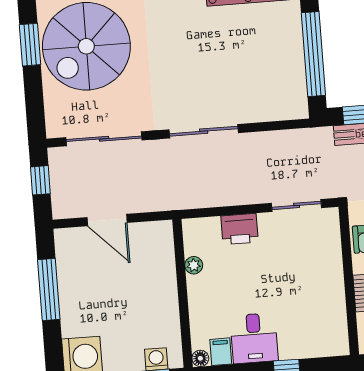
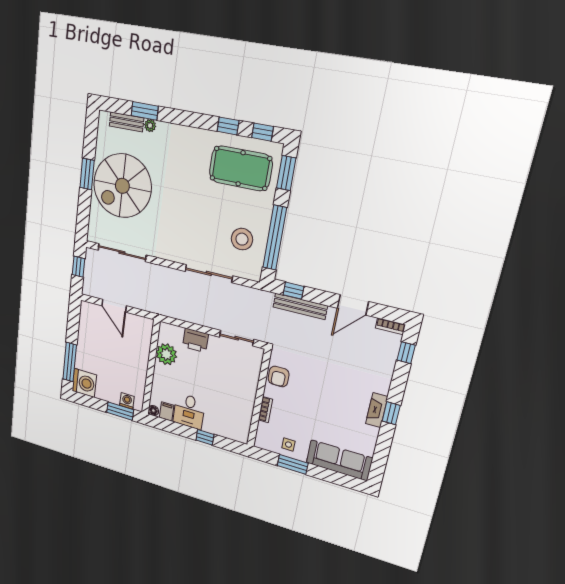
stool: (271, 69) -> (242, 239), added
sliding door: (204, 131) -> (209, 273), moved
plant: (194, 265) -> (166, 354), width x1.87, depth x1.87
window: (49, 290) -> (70, 362), moved

